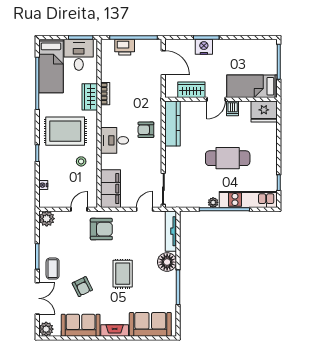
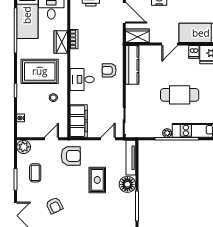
wardrobe: (191, 90) -> (137, 36), moved
dishwasher: (233, 108) -> (194, 52), moved
coffee table: (53, 269) -> (35, 173), moved
rug: (123, 274) -> (97, 180), moved

